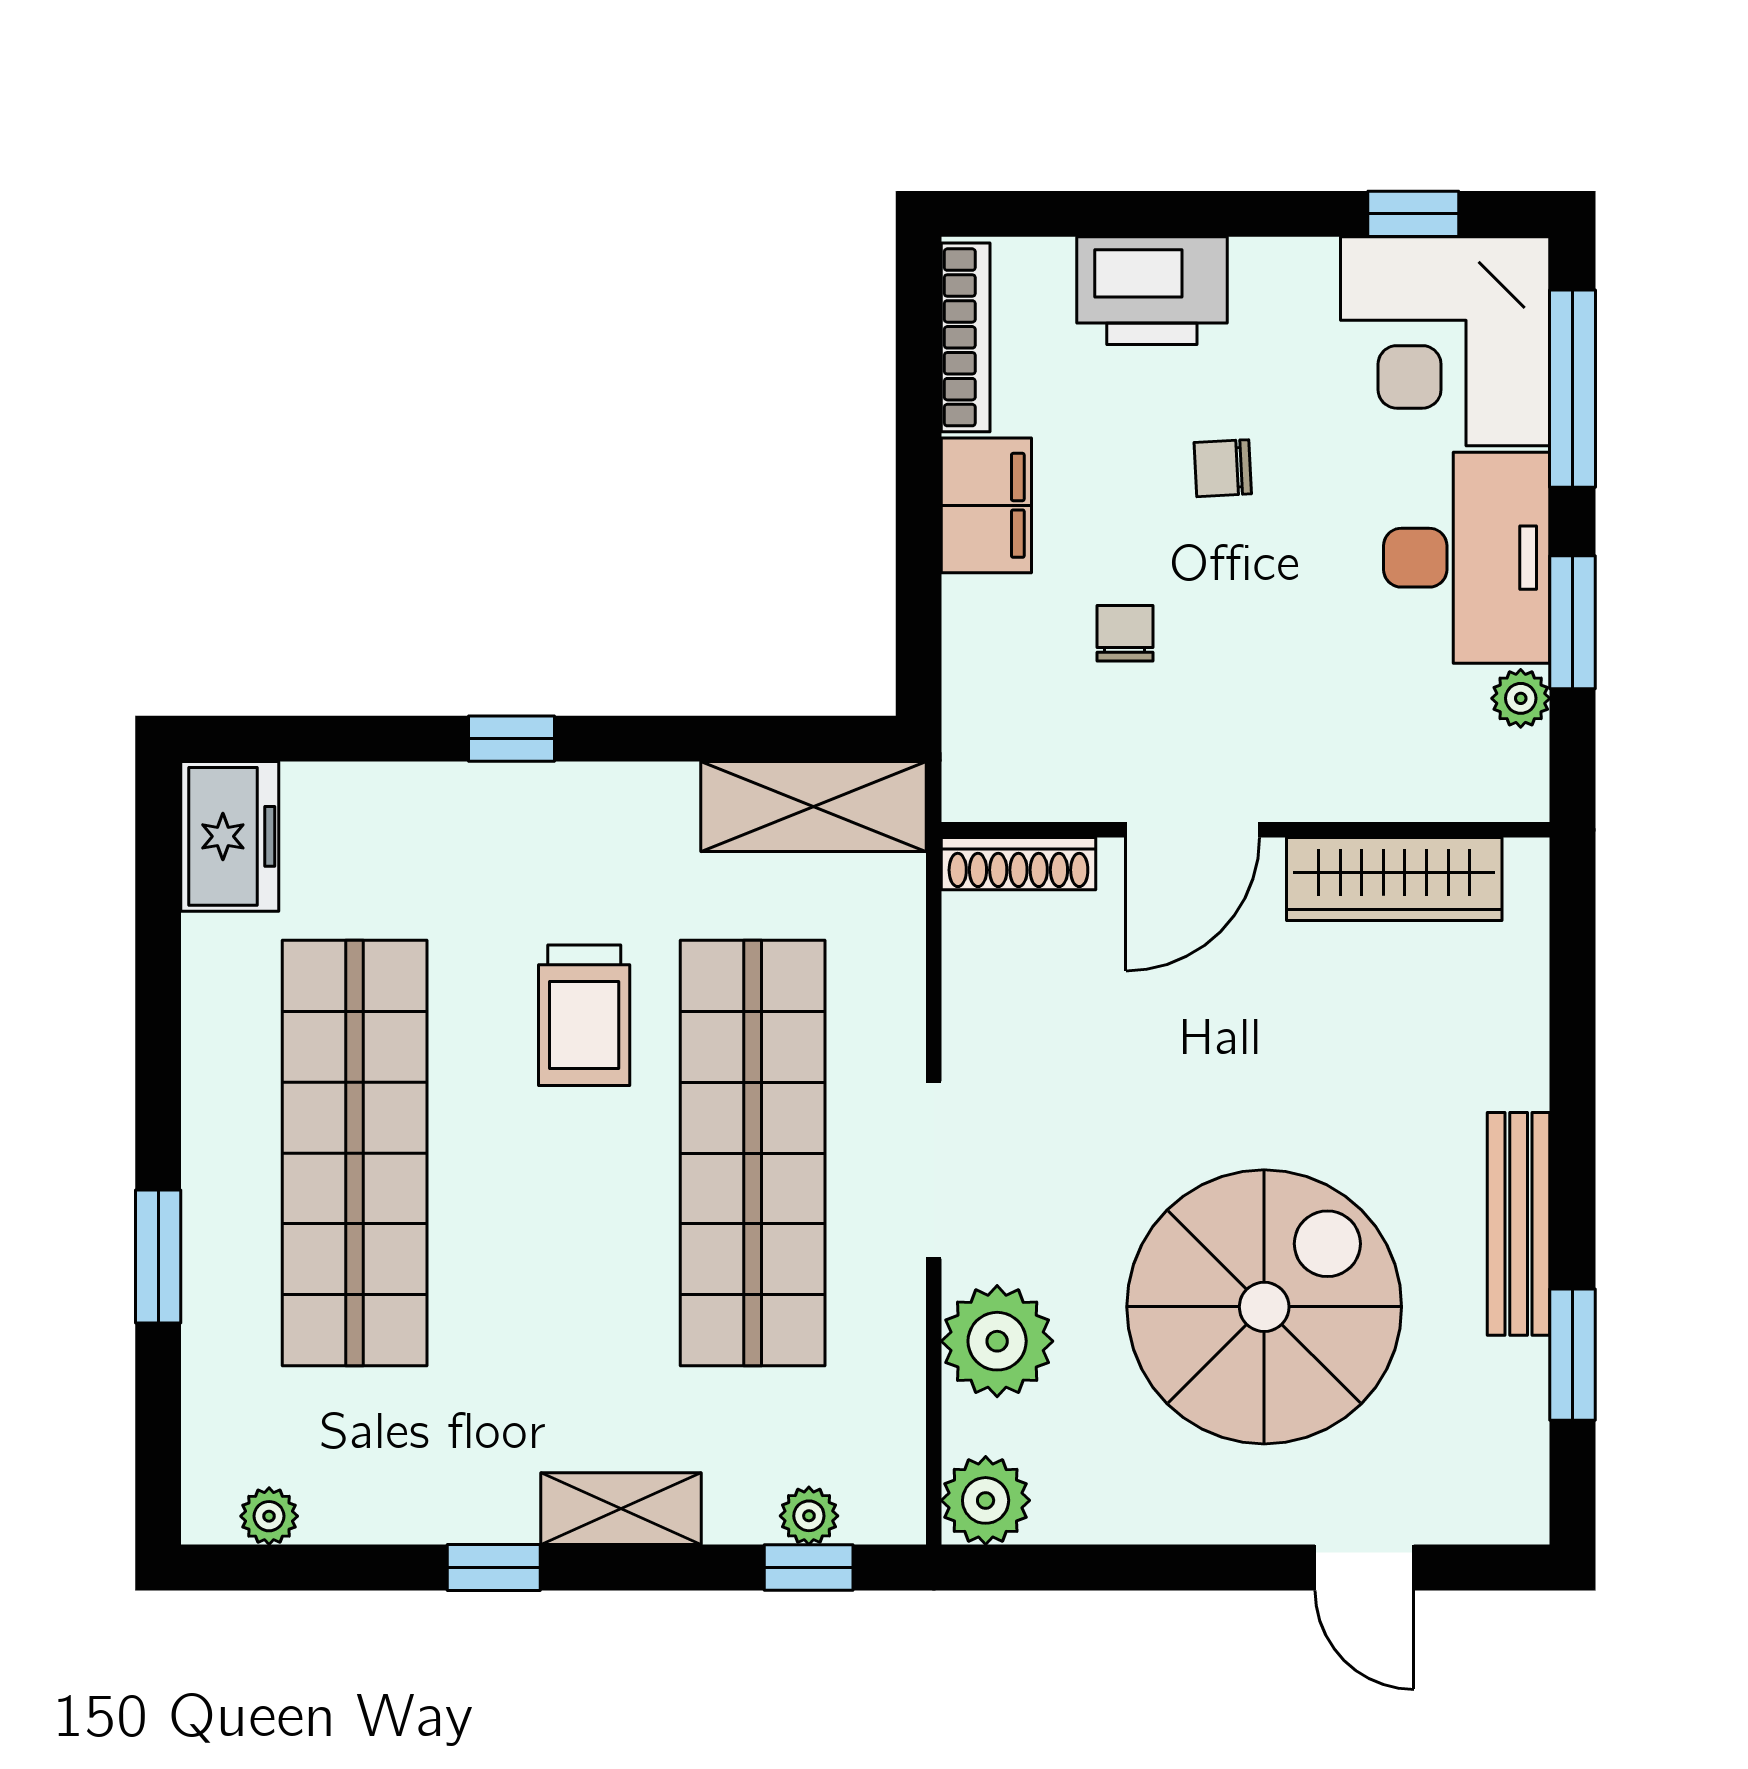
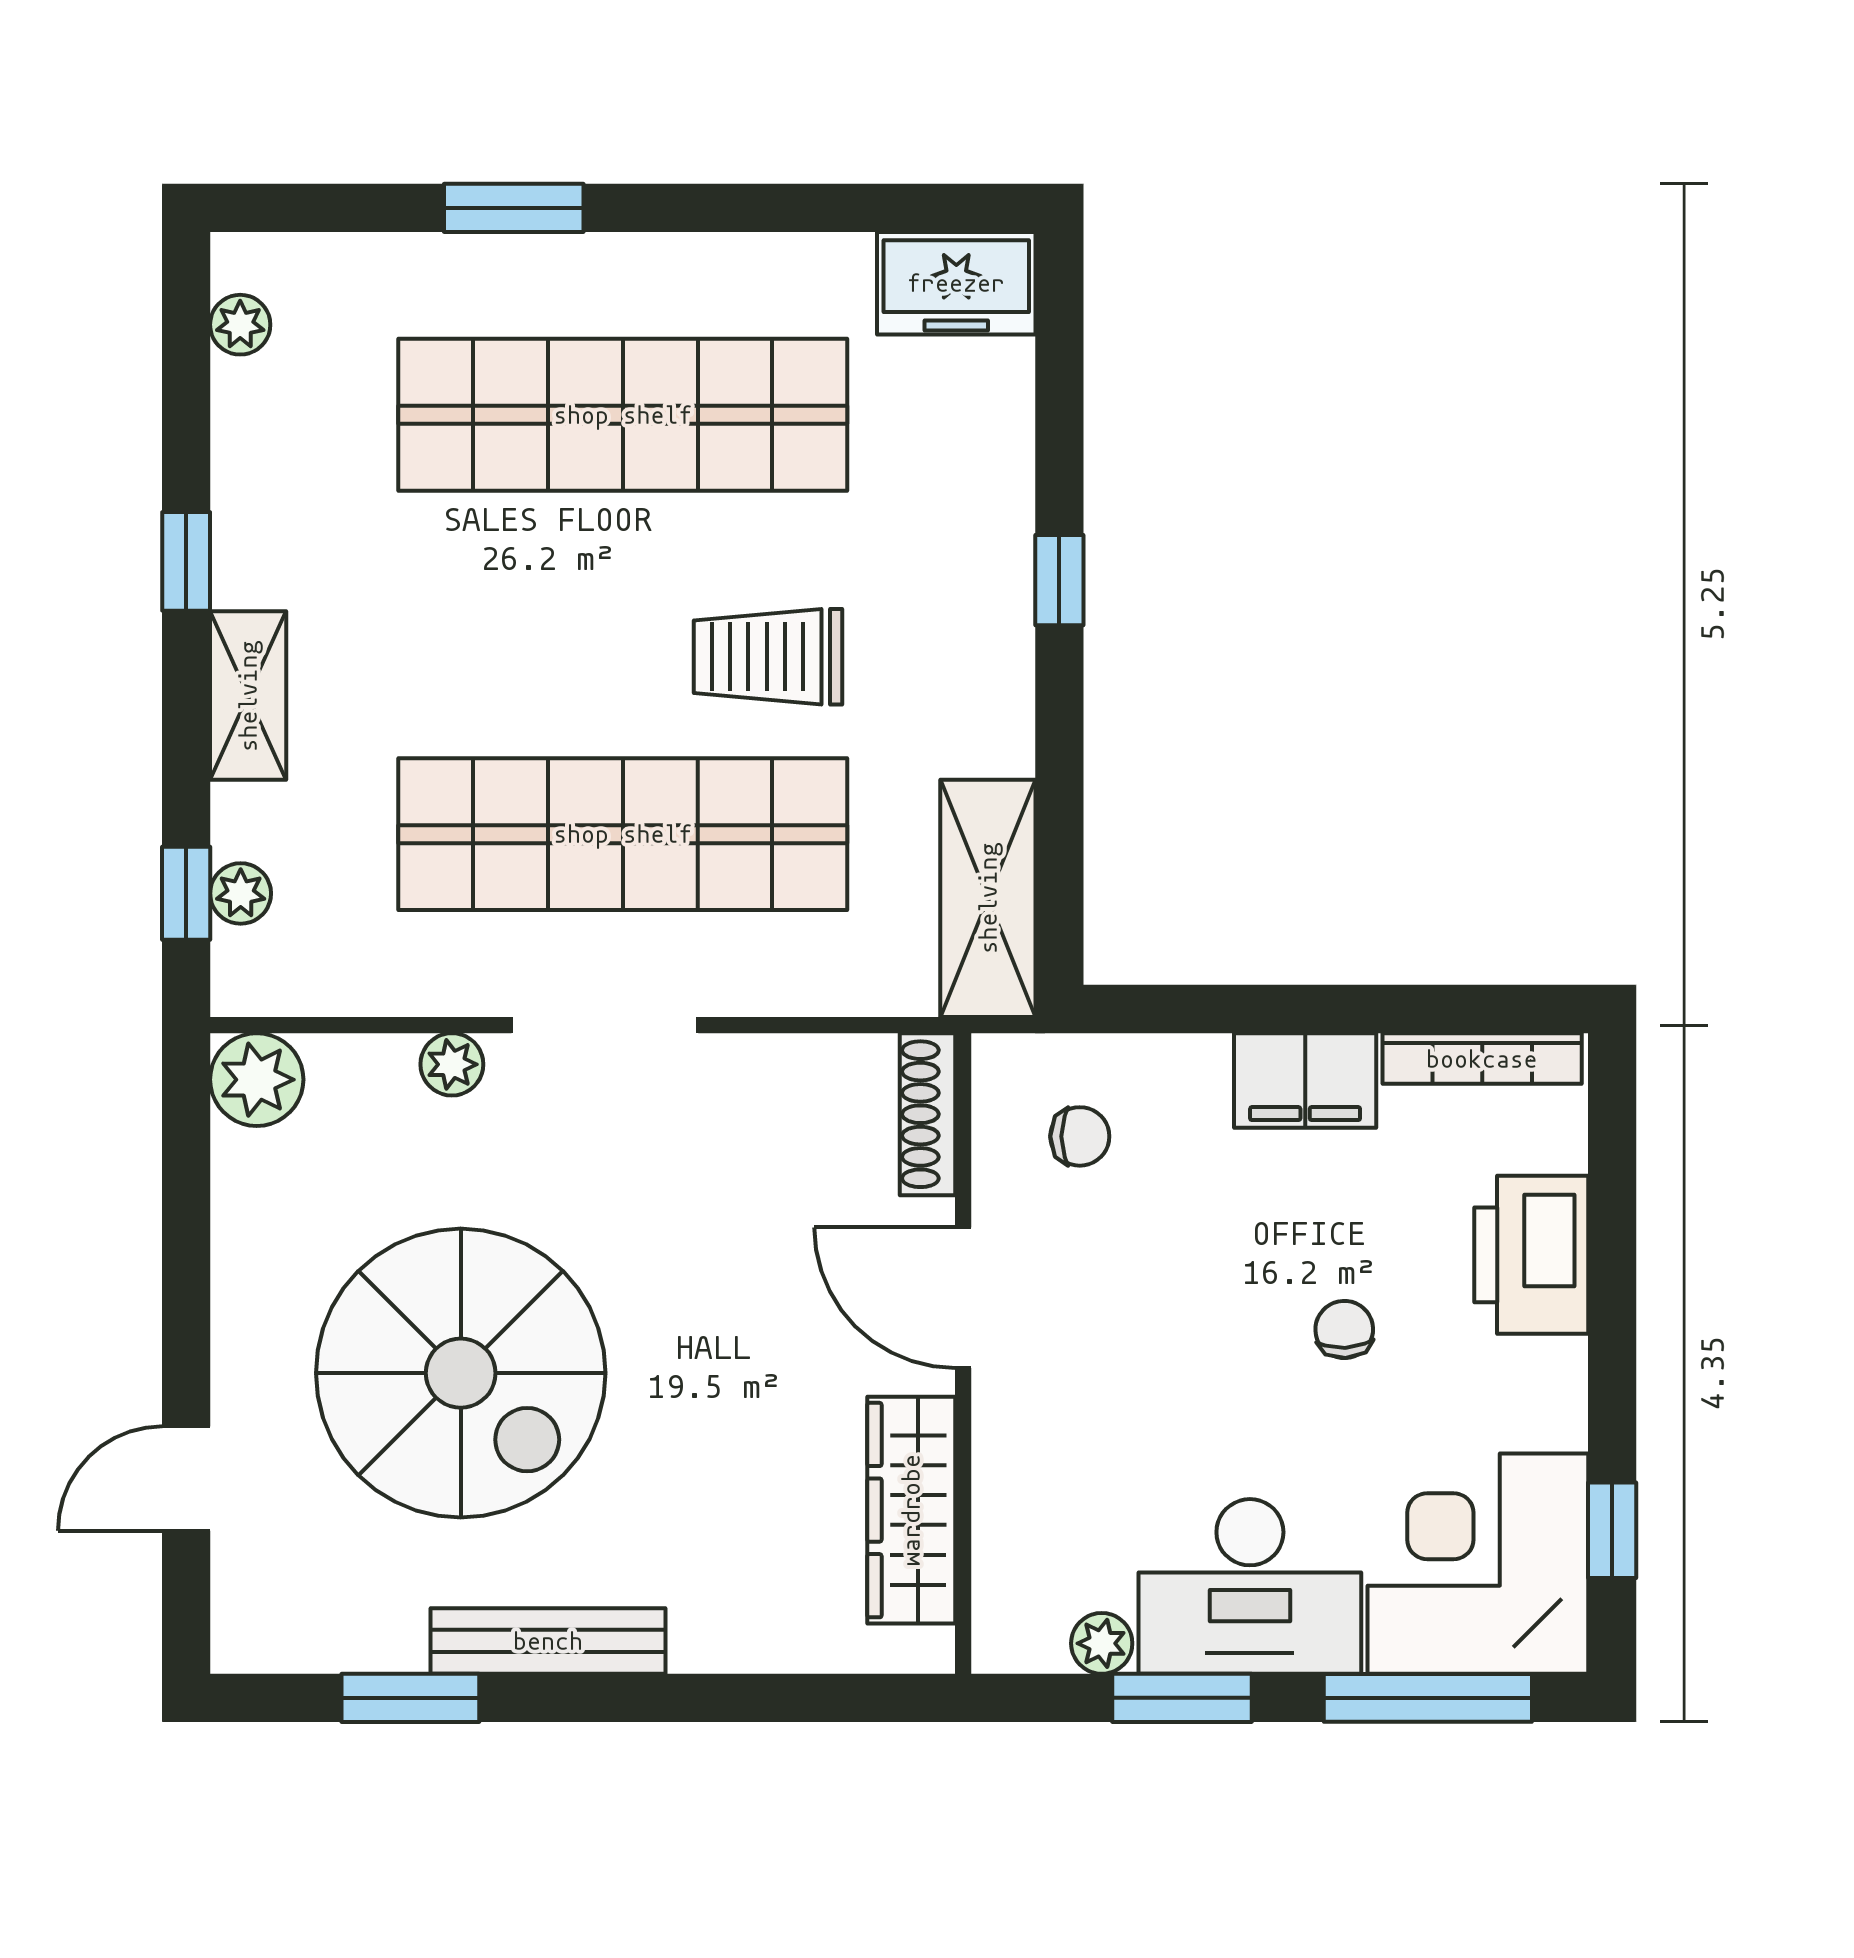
chair: (1125, 633) -> (1080, 1136), moved
plant: (997, 1341) -> (452, 1064), width x0.53, depth x0.53

